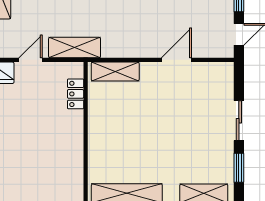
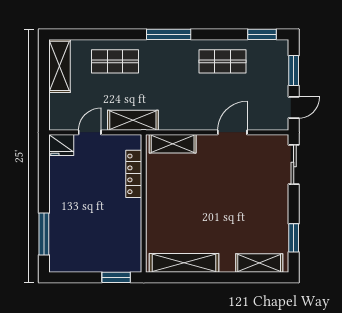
locker: (76, 94) -> (134, 174), width x1.53
sliding door: (239, 121) -> (294, 165), moved

